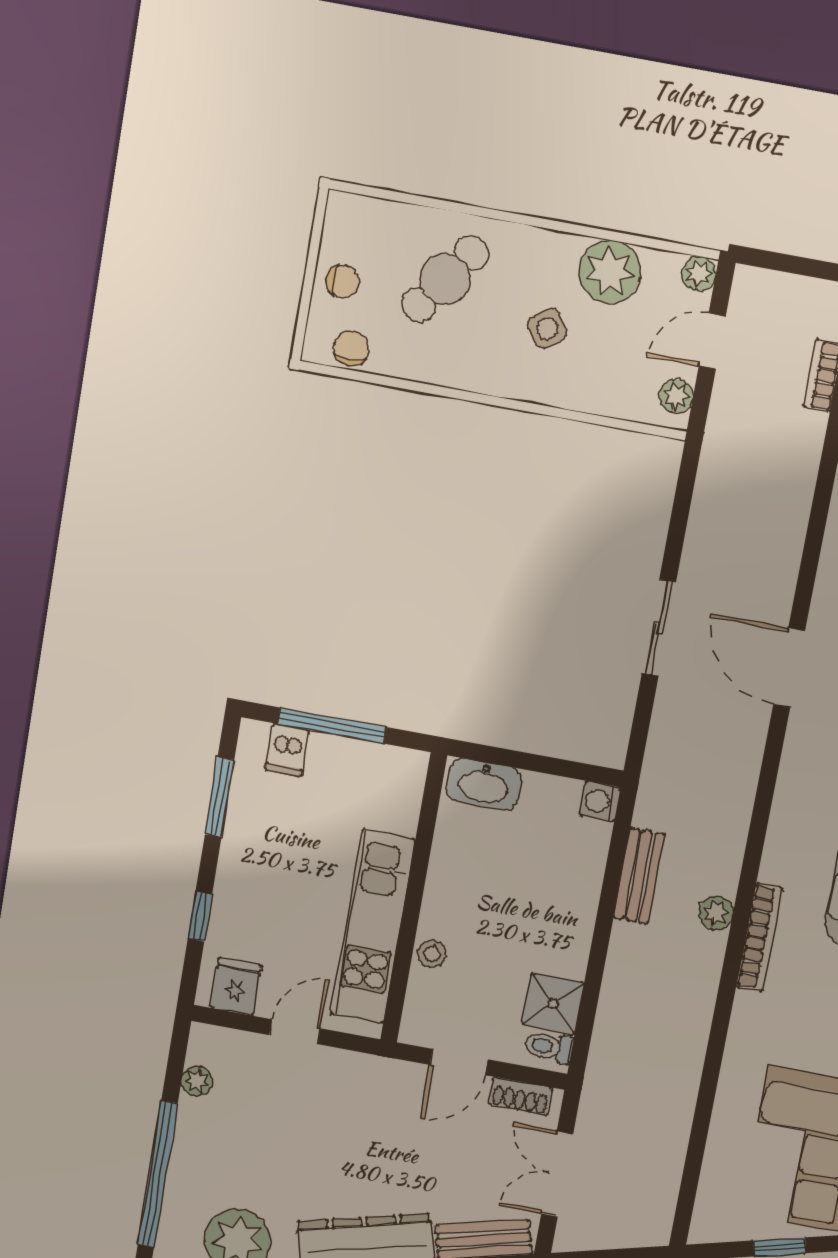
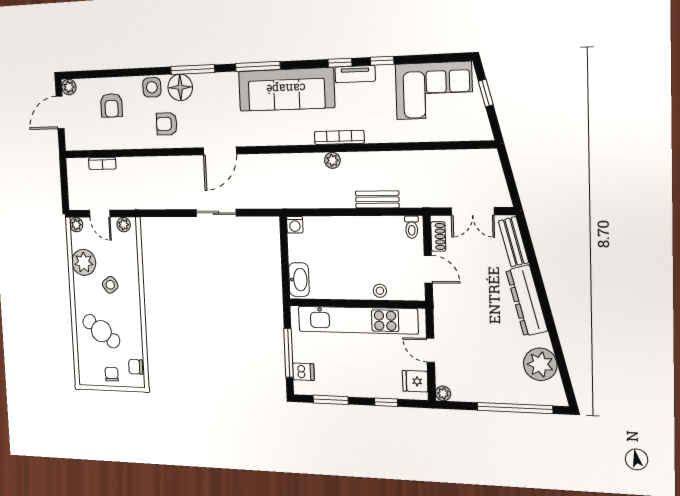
bench: (639, 876) -> (377, 199), moved
kitchen unit: (373, 927) -> (358, 320), width x1.36
shower: (553, 1003) -> (391, 229), removed
plant: (197, 1081) -> (443, 393), moved

